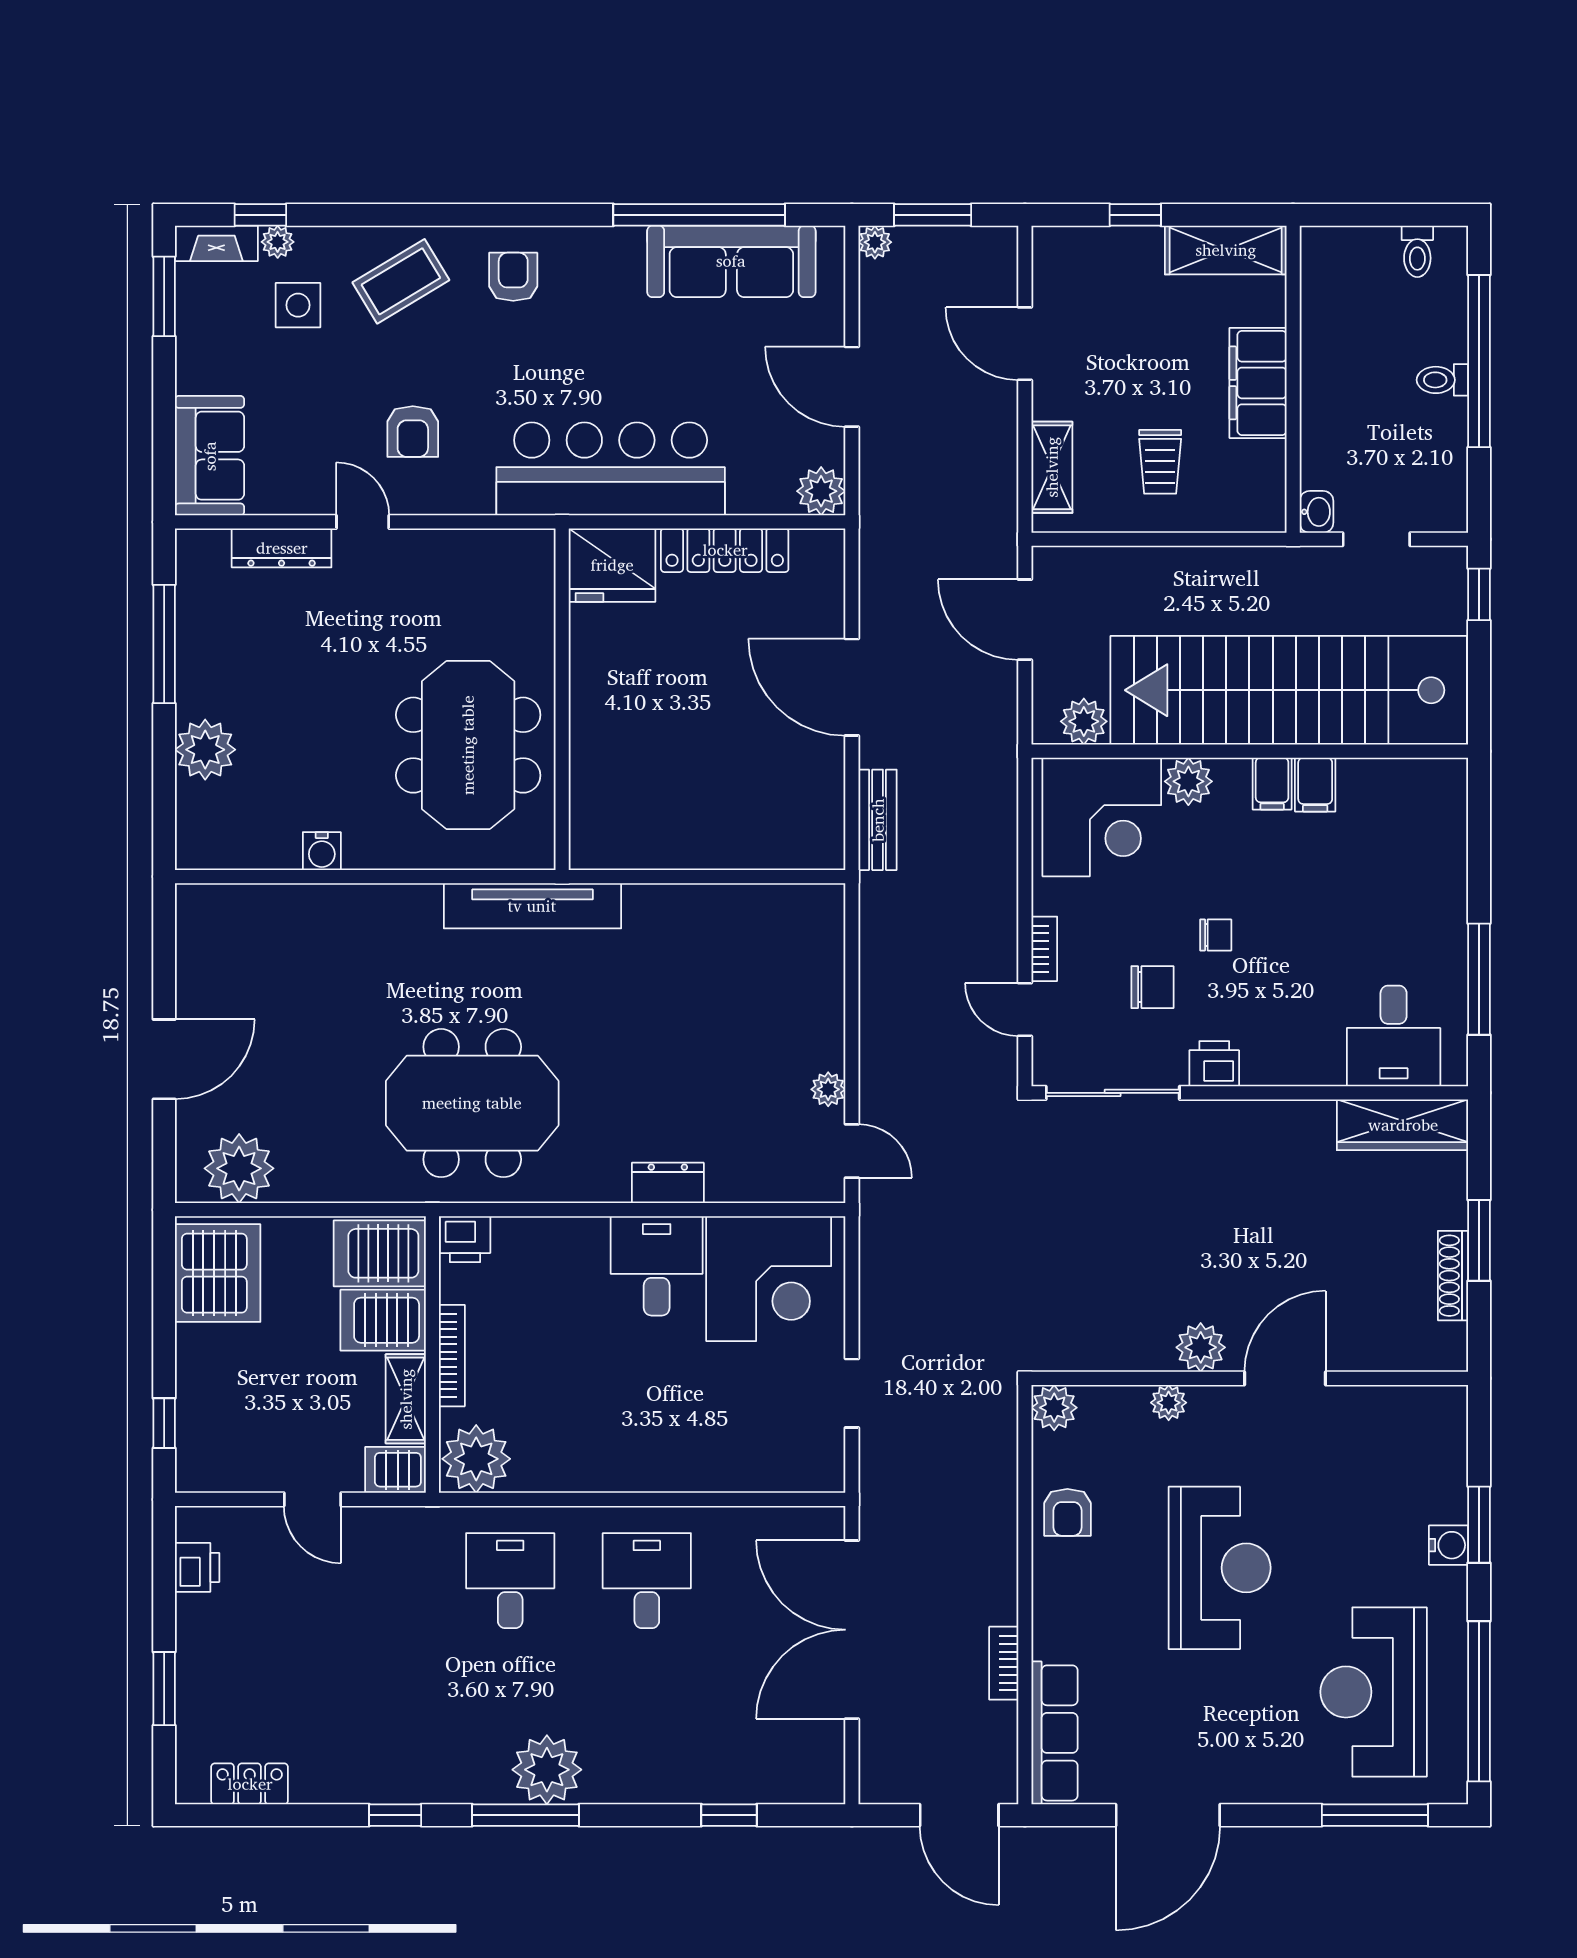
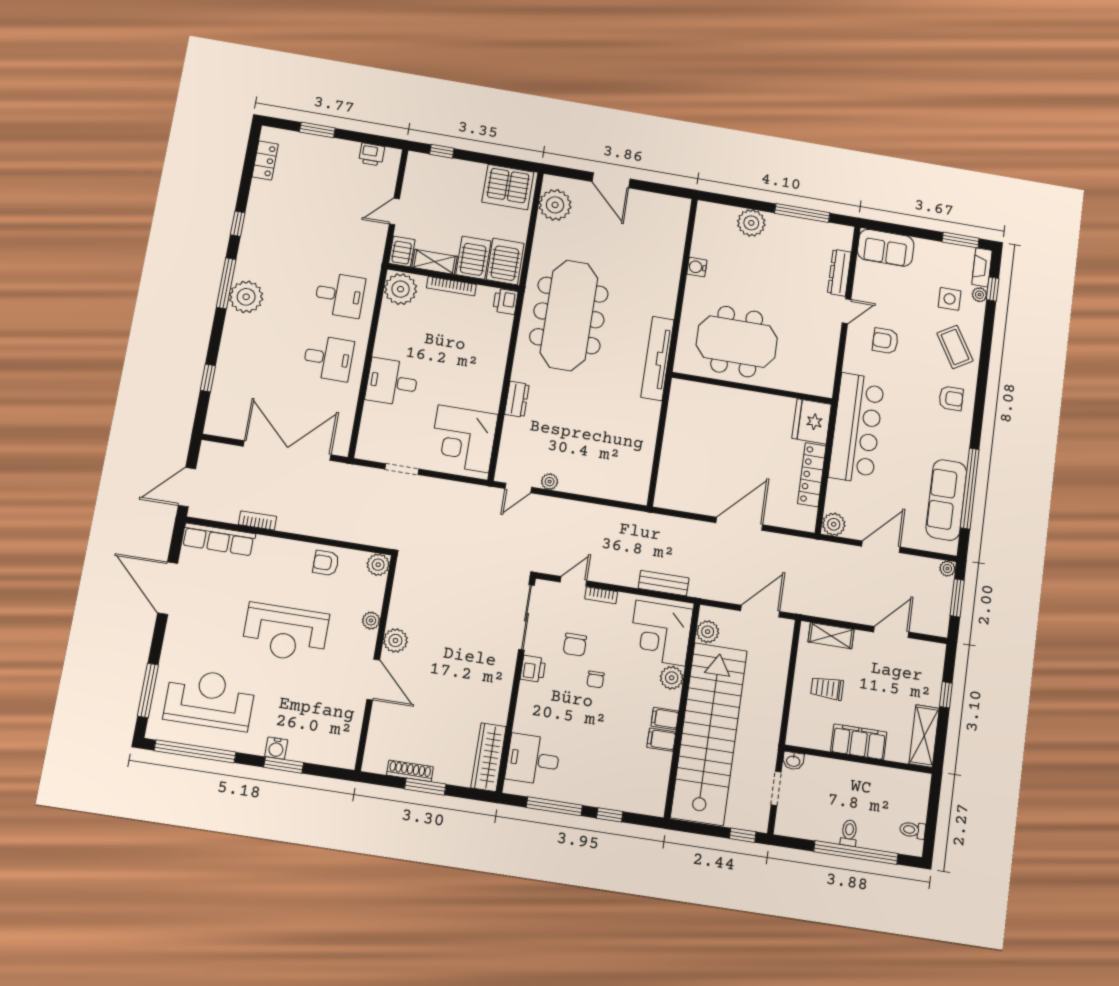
bench: (878, 820) -> (664, 583), moved
window: (1479, 866) -> (610, 815), added
meeting table: (472, 1103) -> (569, 315), width x1.36
desk: (657, 1266) -> (392, 382), moved, turned 180

